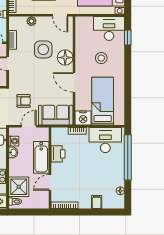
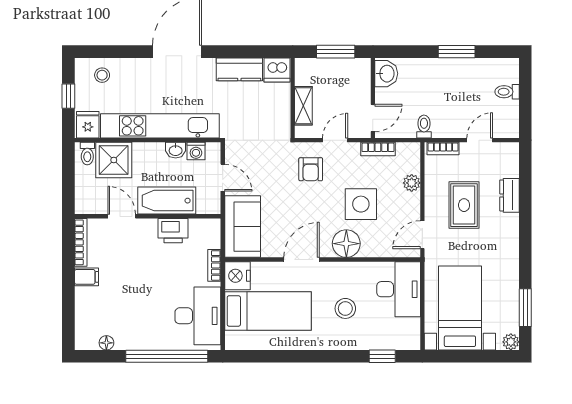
desk: (109, 28) -> (399, 289), moved
armchair: (24, 101) -> (311, 169), moved
filing cabinet: (97, 202) -> (86, 277), moved

